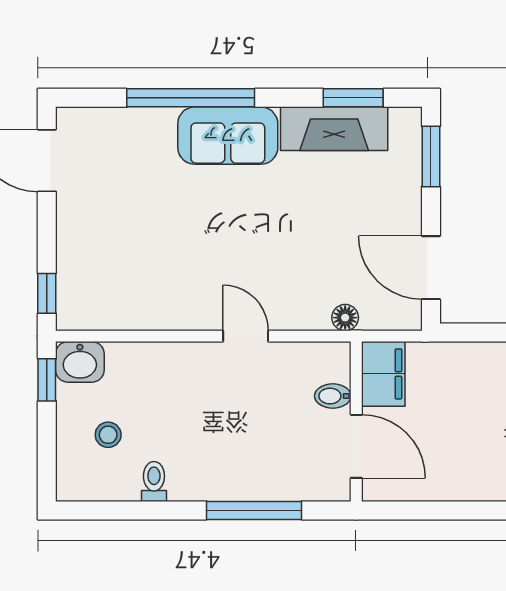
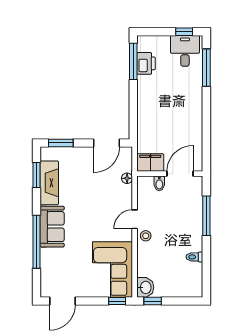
corner sofa: (123, 283) -> (113, 270), added
stool: (108, 435) -> (146, 236), moved

